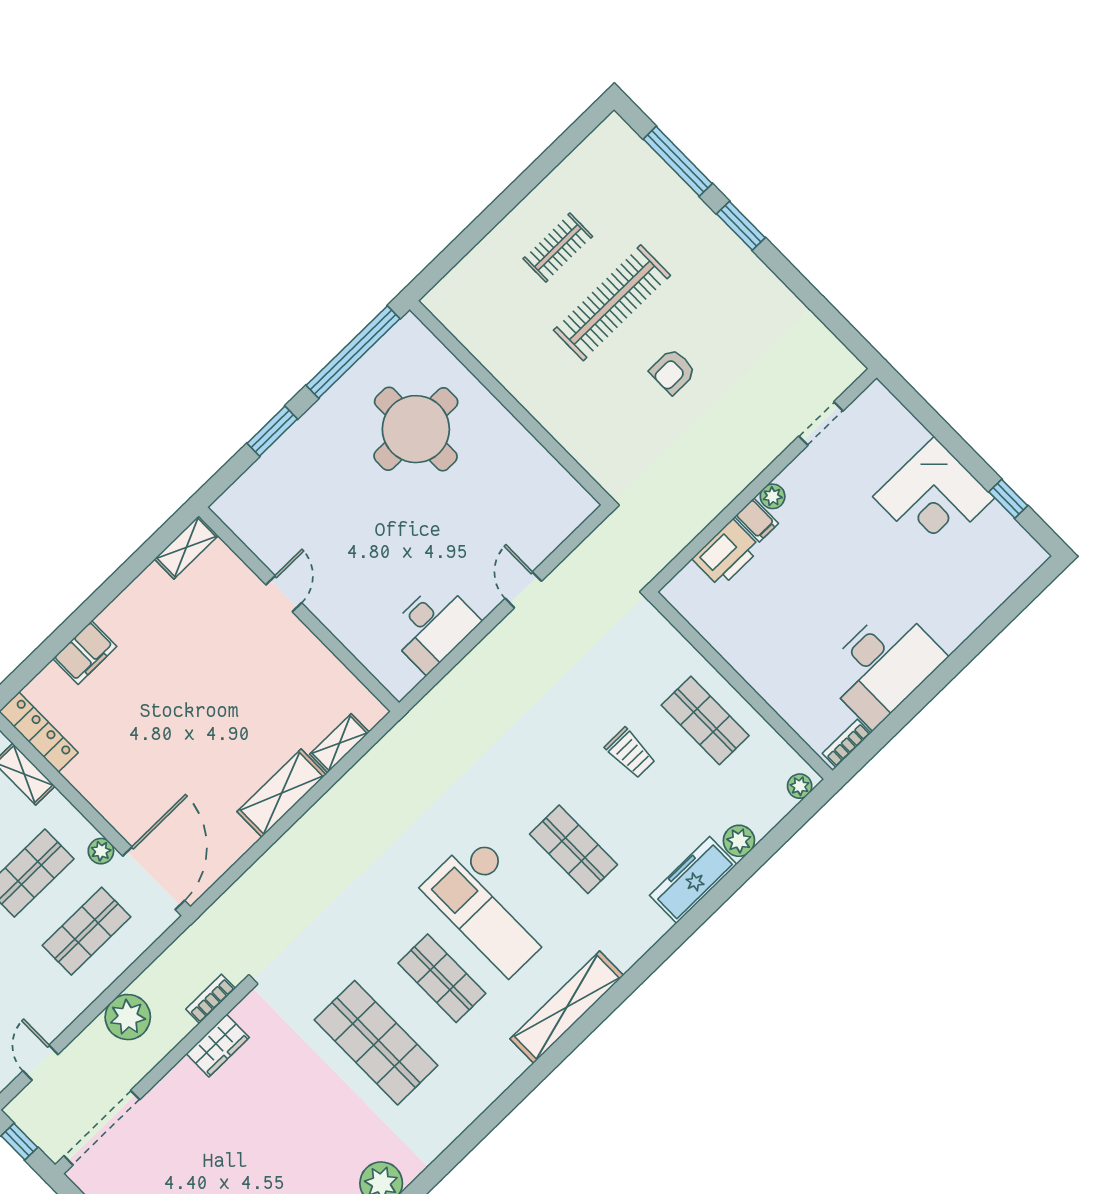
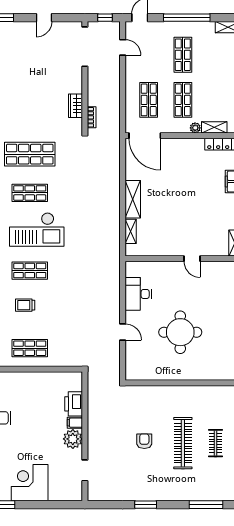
window: (741, 226) -> (146, 505), moved
round table: (416, 429) -> (180, 332), moved
plant: (773, 496) -> (73, 439), width x1.87, depth x1.87
trolley: (630, 753) -> (25, 305), moved
plant: (101, 851) -> (195, 128), moved
checkout: (492, 906) -> (37, 230), turned 180
plant: (128, 1017) -> (111, 87), removed

